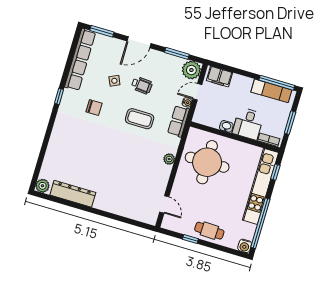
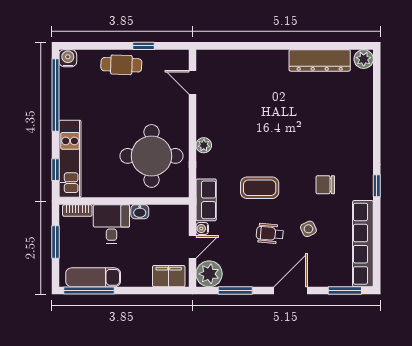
kitchen unit: (260, 186) -> (70, 159), width x0.73

